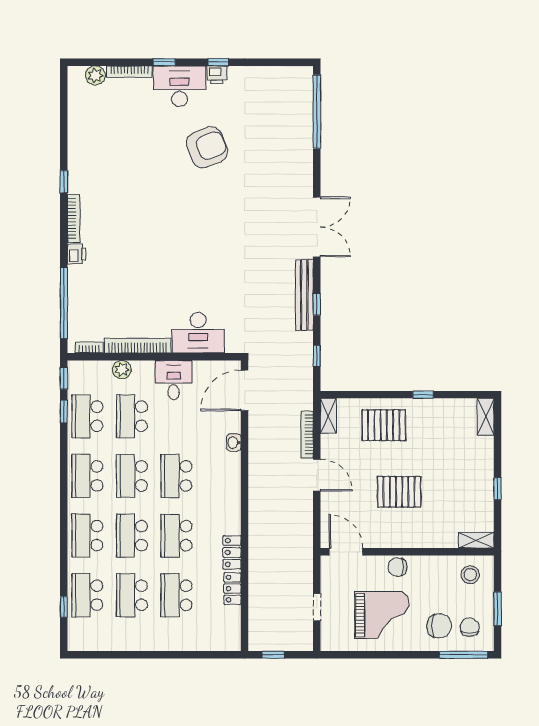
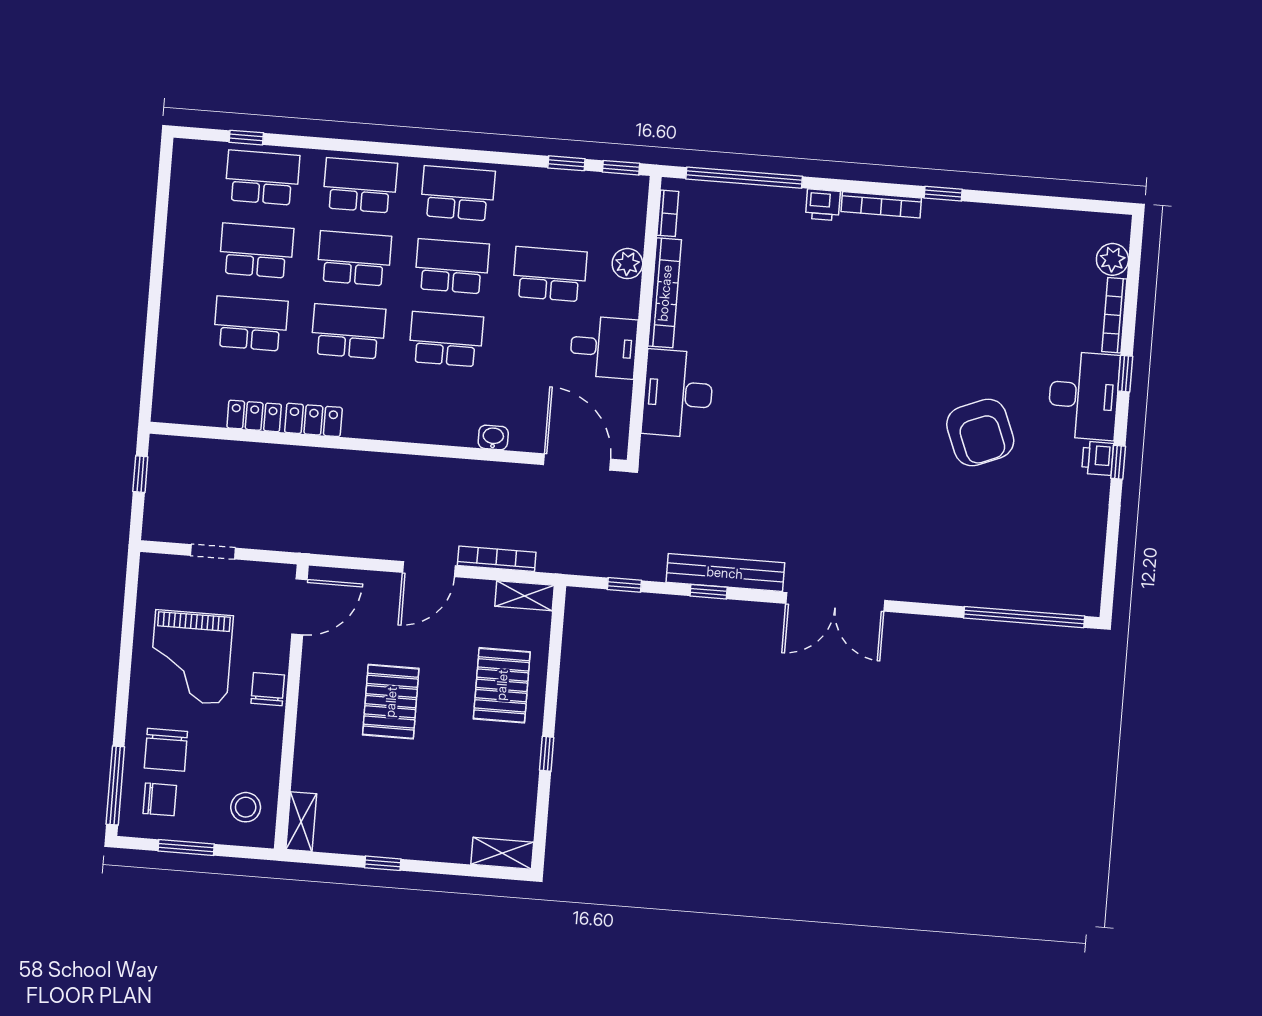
school desk: (87, 416) -> (556, 201), removed

